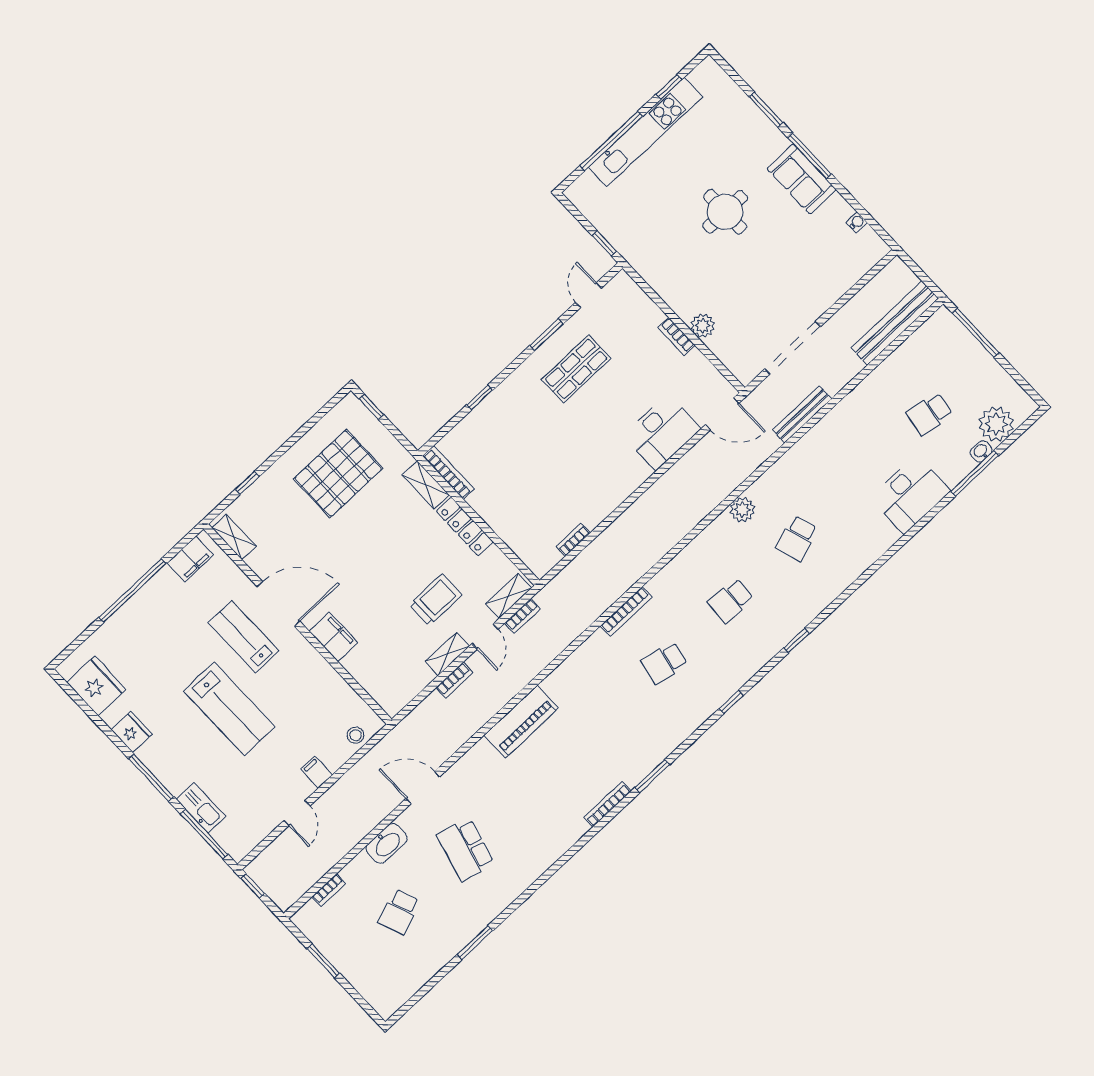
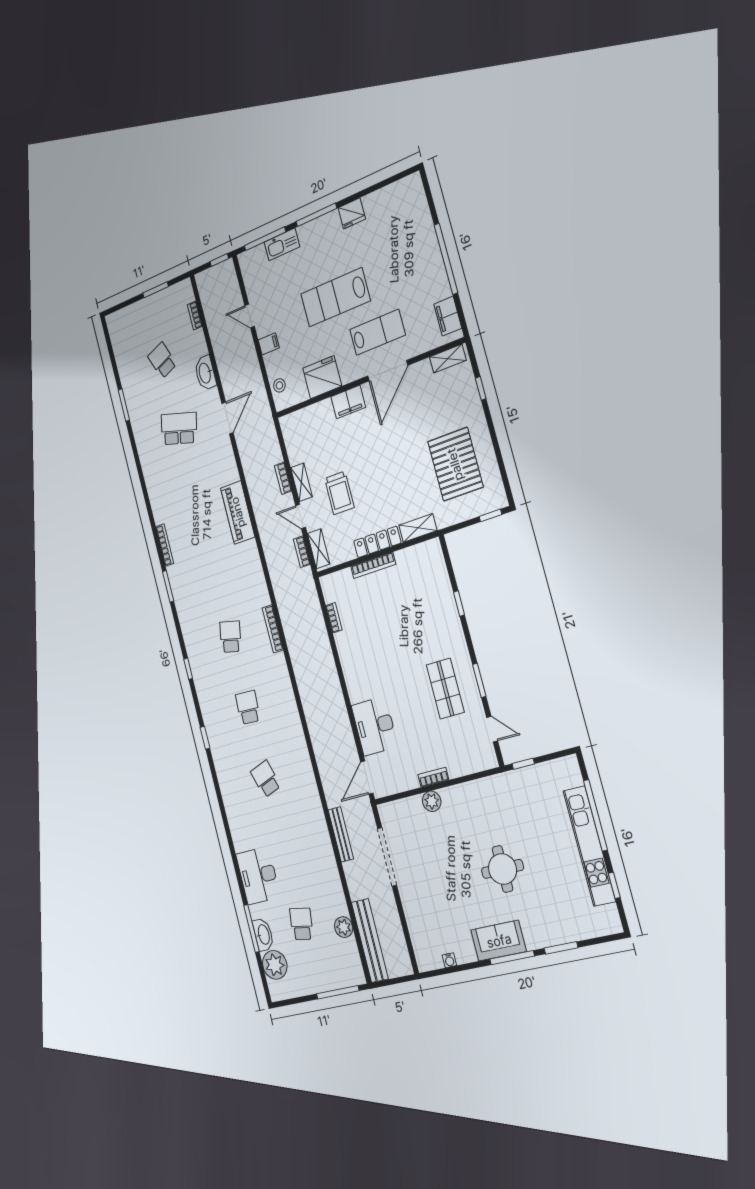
washbasin: (981, 451) -> (263, 935), width x1.91, depth x1.45
bookcase: (448, 473) -> (373, 565), moved
plant: (742, 510) -> (344, 927), moved
fridge: (96, 686) -> (322, 377), moved, turned 180

